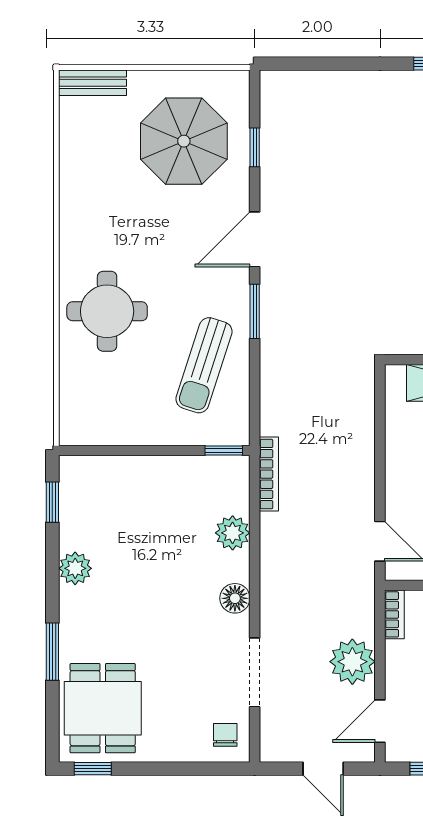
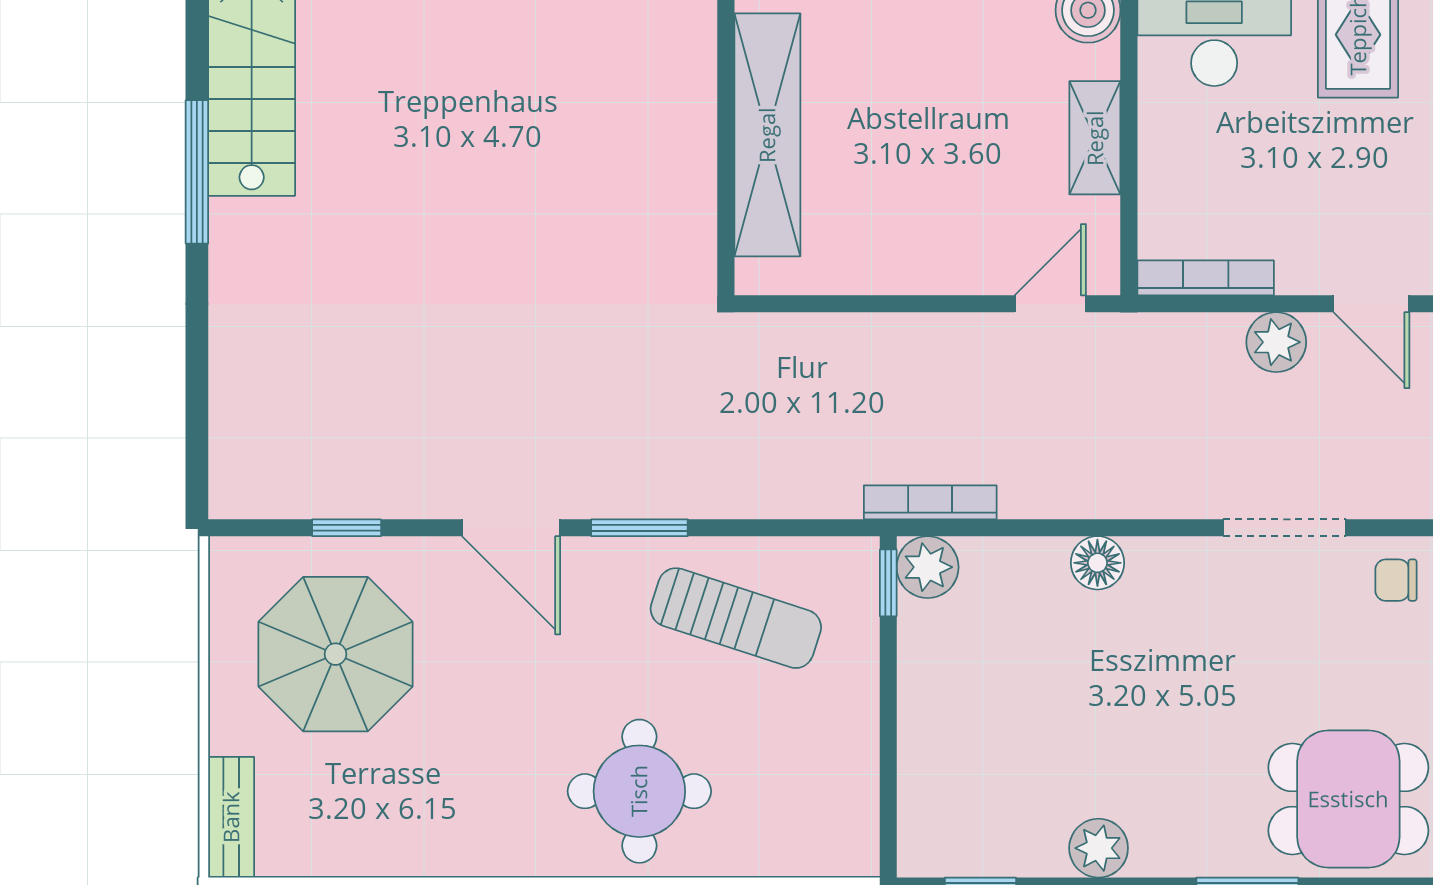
plant: (233, 533) -> (928, 567), moved
floor lamp: (235, 598) -> (1097, 563), moved
bookcase: (394, 614) -> (1206, 278), width x1.56
plant: (352, 662) -> (1276, 342), width x0.73, depth x0.73

